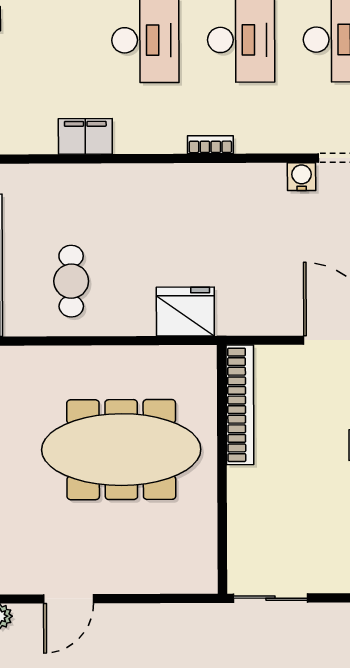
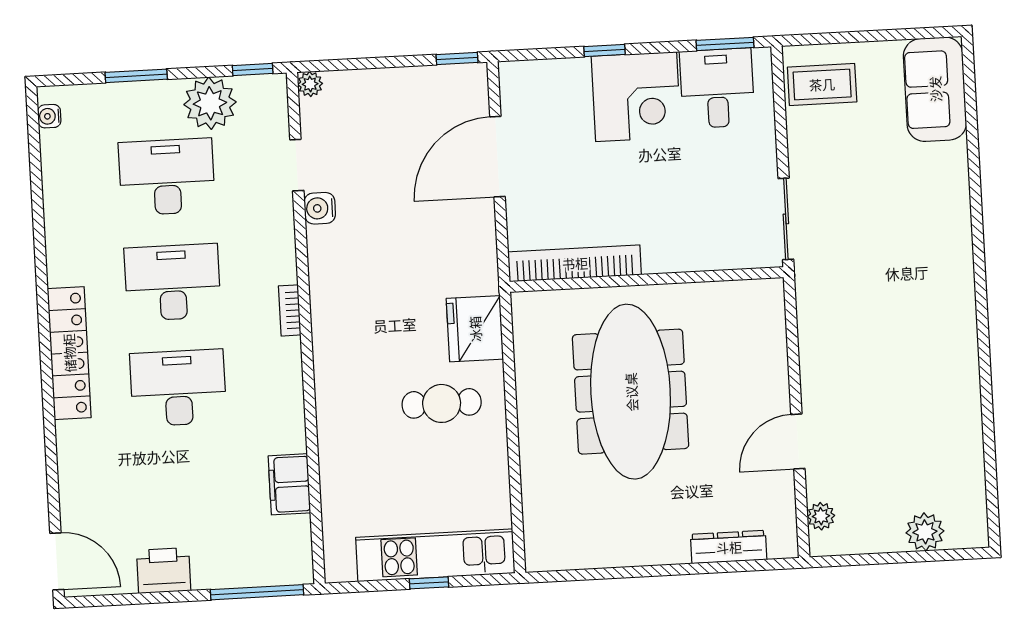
filing cabinet: (85, 136) -> (289, 484), moved
cafe table: (71, 281) -> (442, 403), moved
door: (68, 599) -> (798, 441), swing flipped

